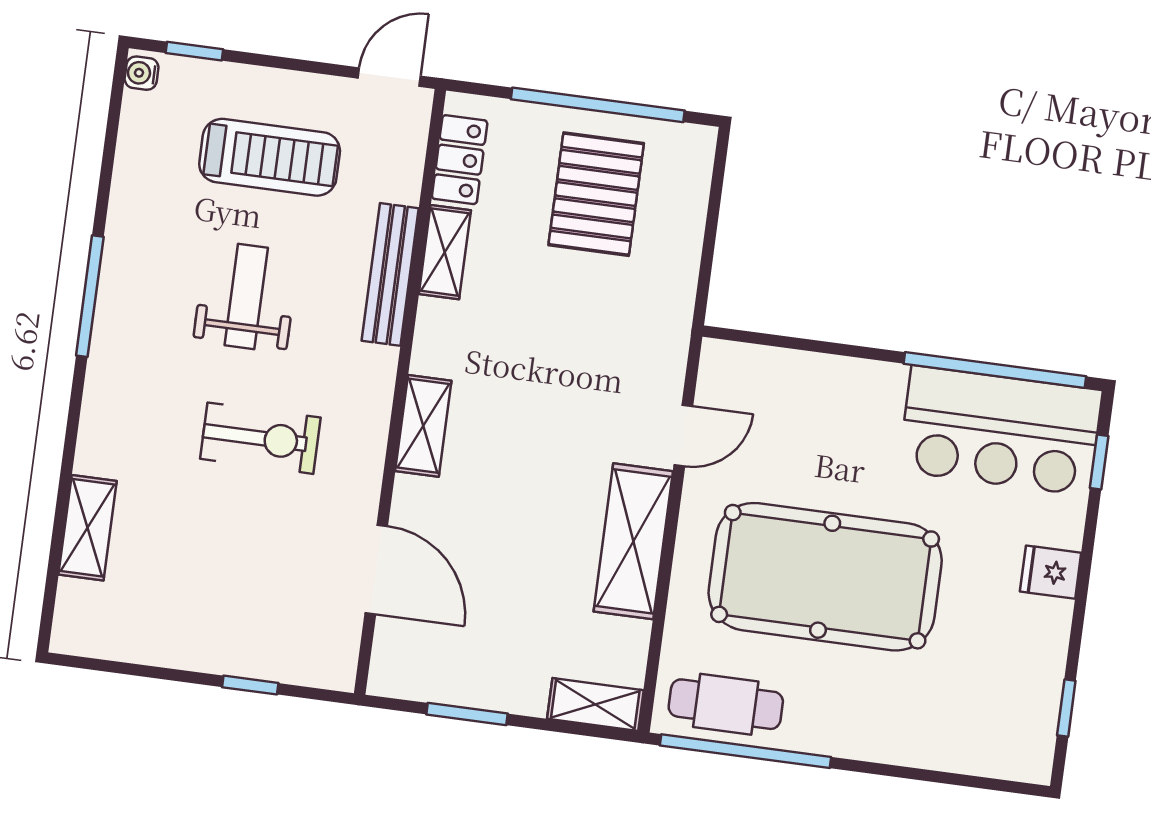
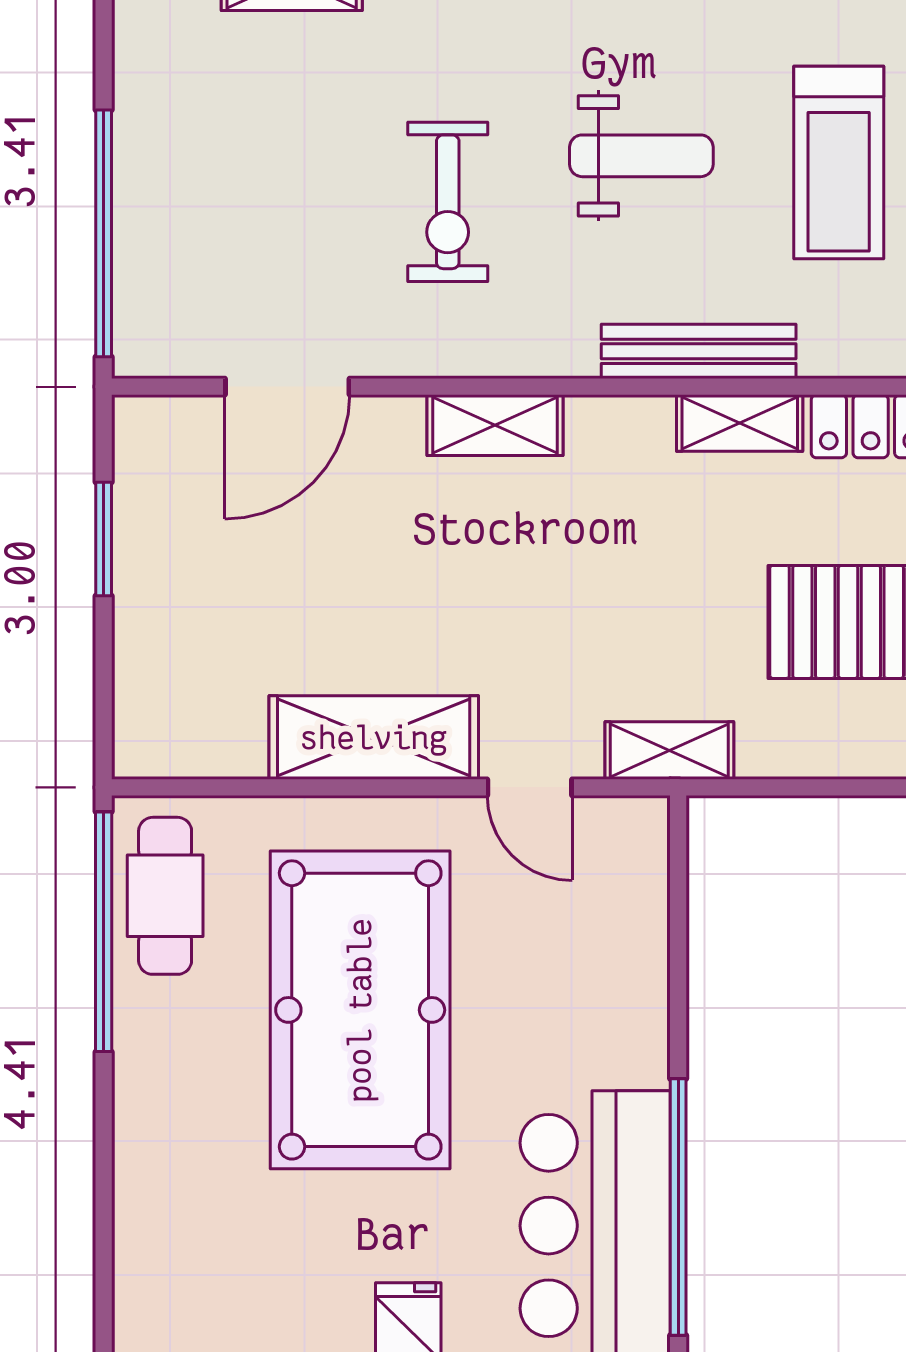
window: (250, 685) -> (104, 233), width x3.17
shelving: (595, 704) -> (669, 750), moved, turned 90

